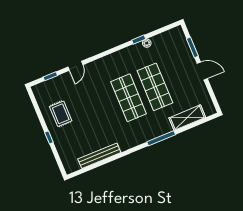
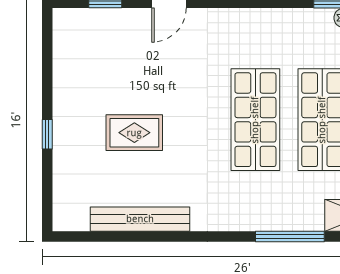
rug: (61, 114) -> (134, 133), moved, turned 90

